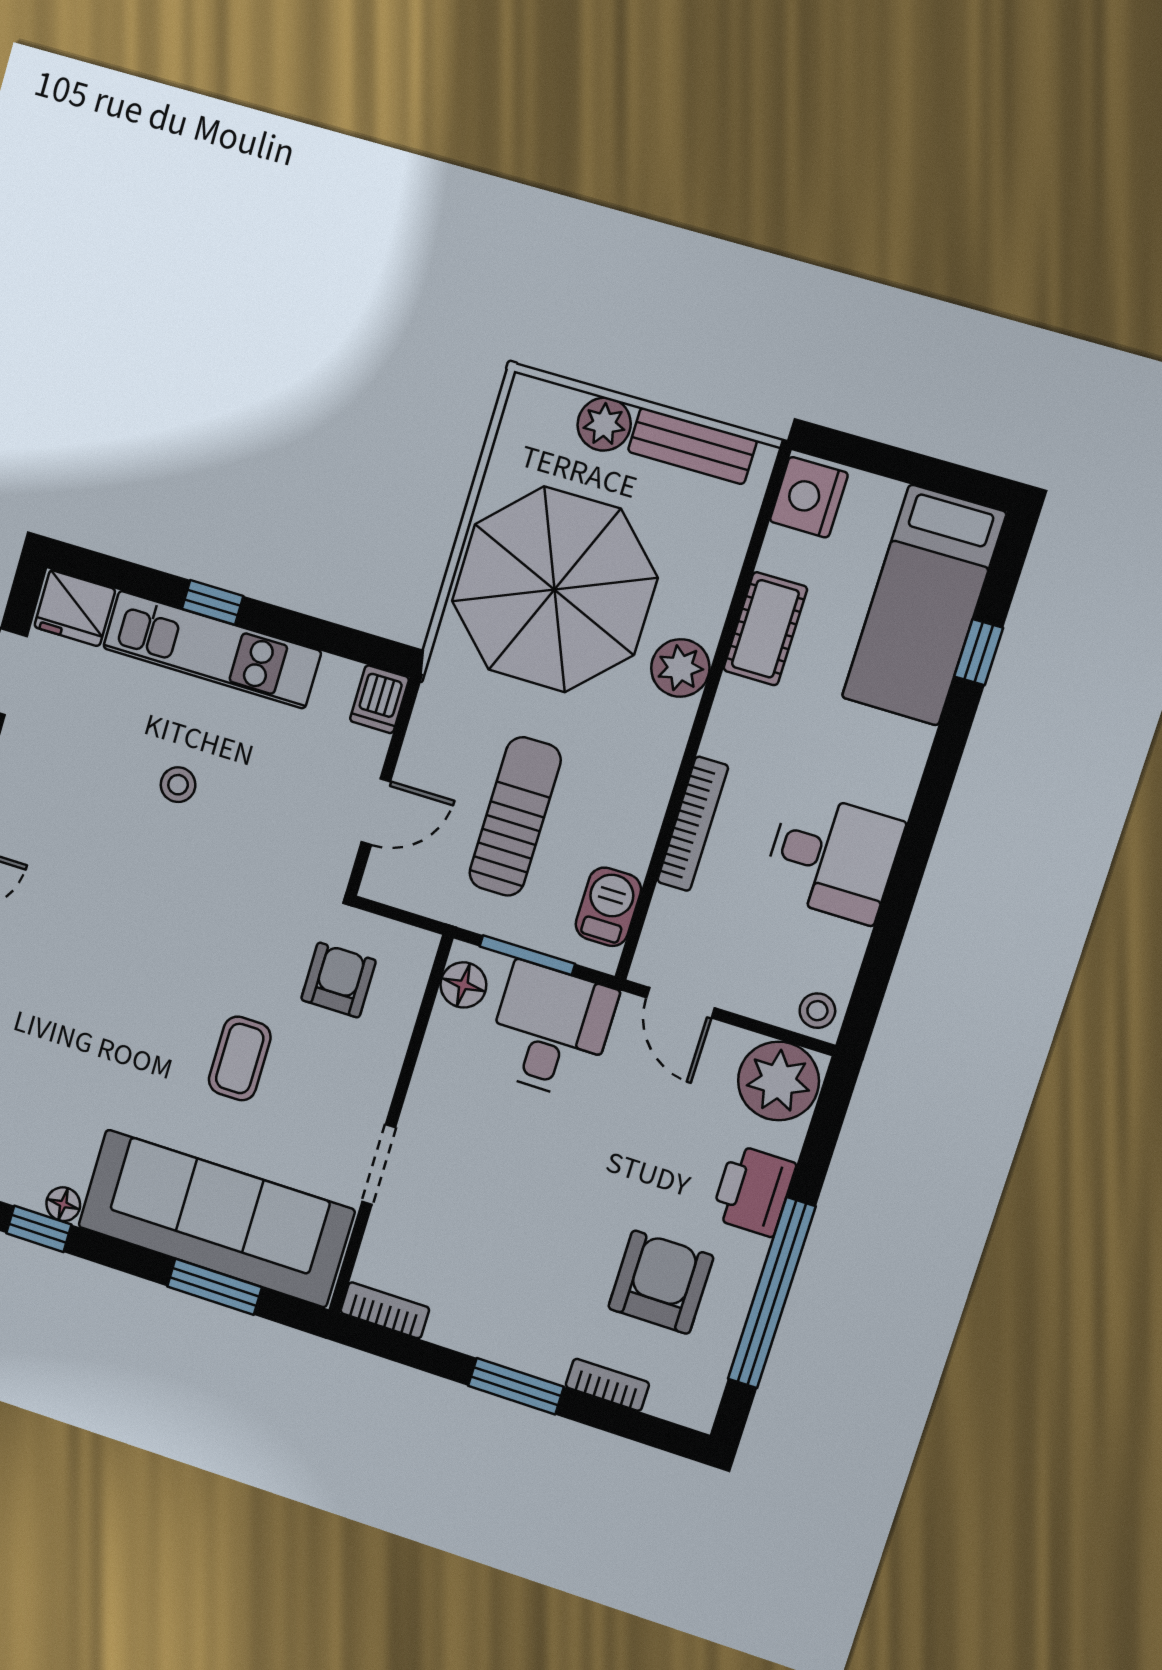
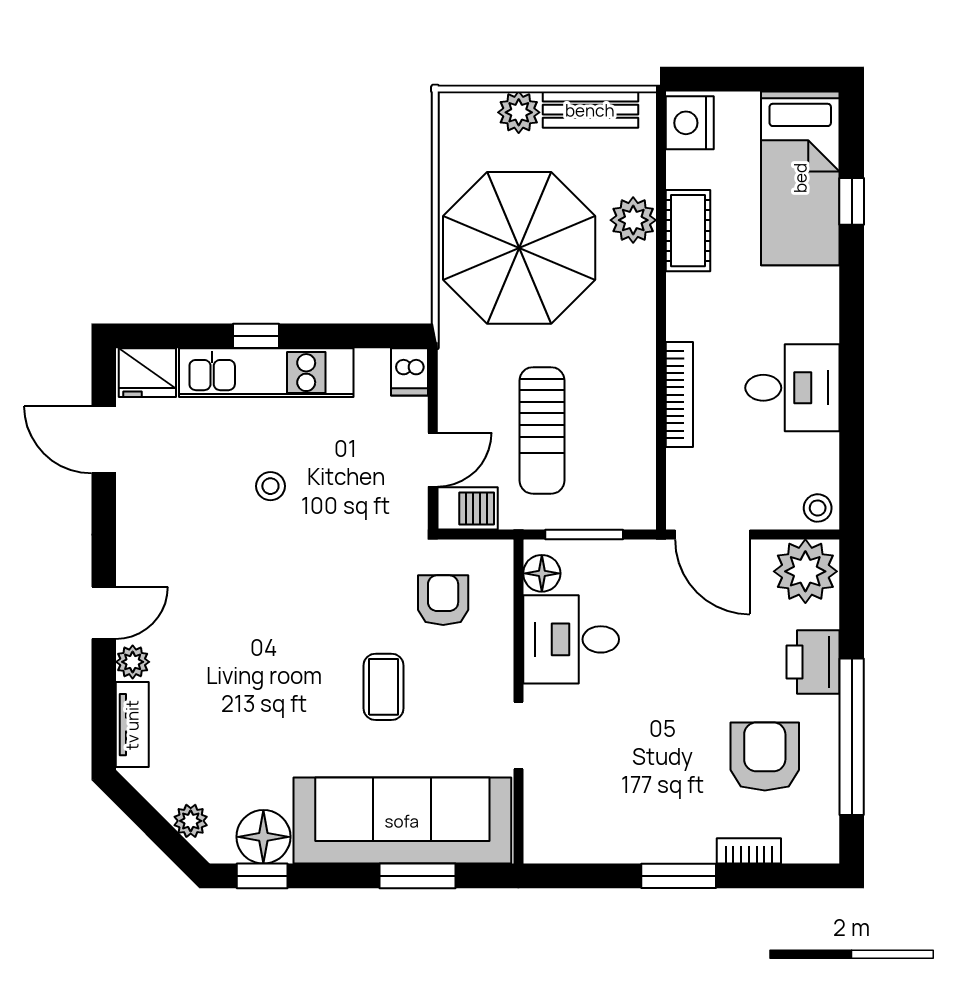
plant: (680, 668) -> (633, 220), moved
sun lounger: (515, 817) -> (542, 430), turned 180
barbecue: (608, 907) -> (468, 508), moved, turned 90
door: (680, 1003) -> (713, 535), width x1.38
desk: (551, 1030) -> (571, 639), moved, turned -90
floor lamp: (63, 1204) -> (263, 837), width x1.89, depth x1.89
bookcase: (385, 1310) -> (558, 850), removed

